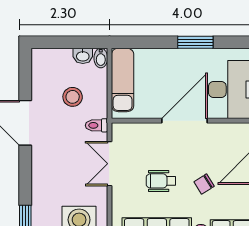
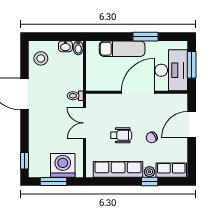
exam couch: (123, 80) -> (122, 49), moved, turned 90
stool: (73, 97) -> (41, 58), moved
wheelchair: (161, 181) -> (121, 135), turned 180

